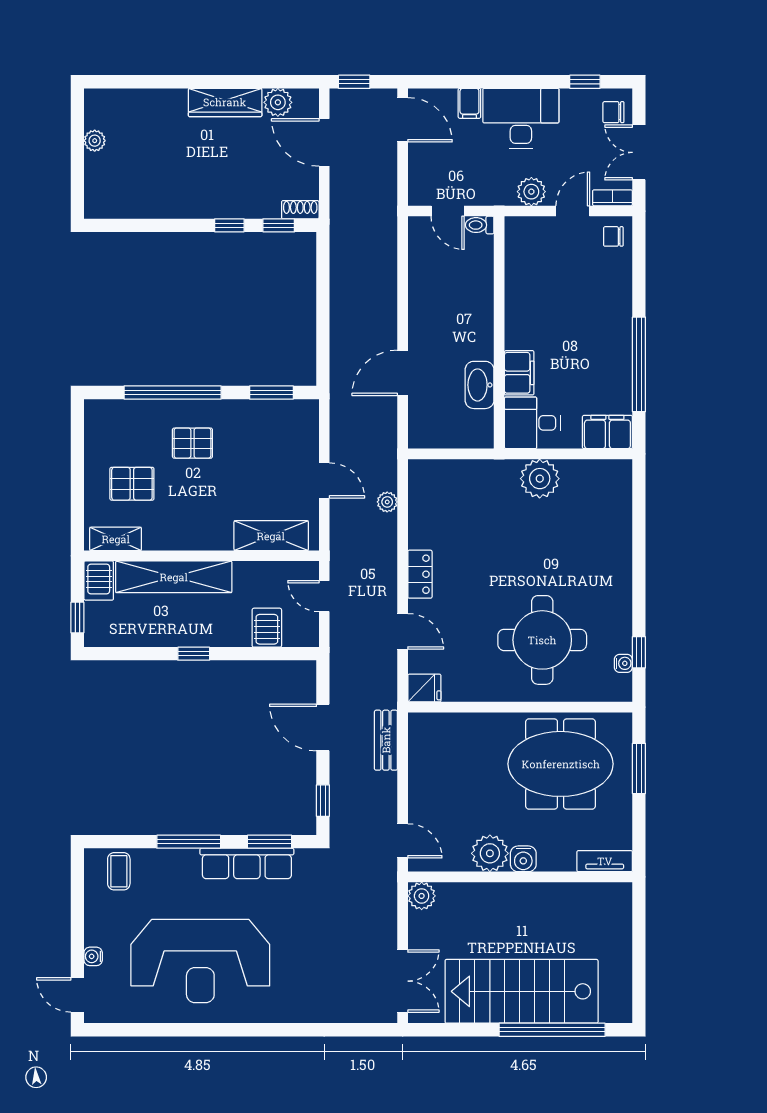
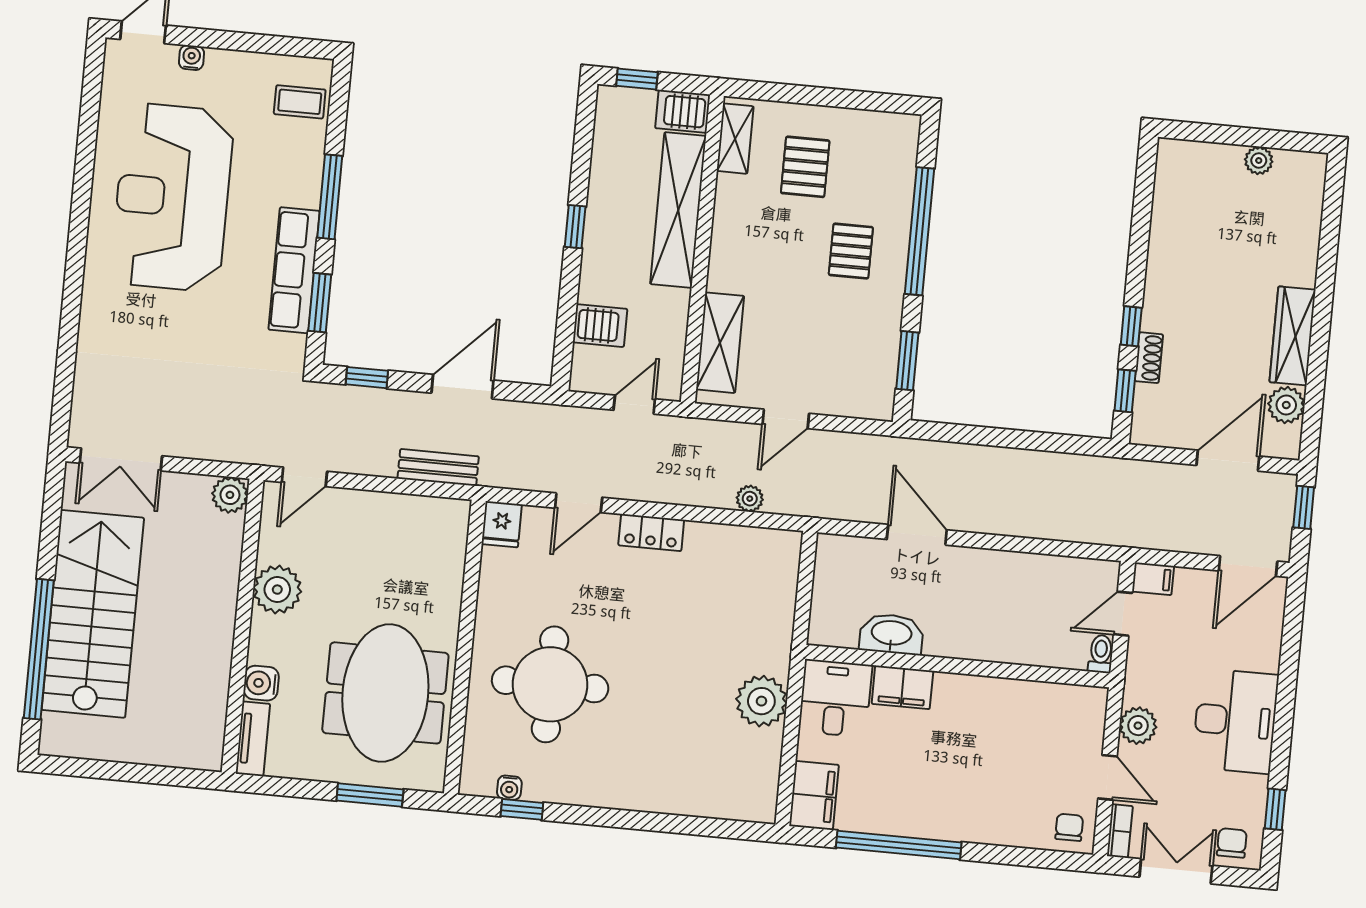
filing cabinet: (469, 103) -> (1153, 579), moved, turned 180
shoe rack: (300, 210) -> (1149, 358), moved
water cooler: (523, 859) -> (261, 683), moved

